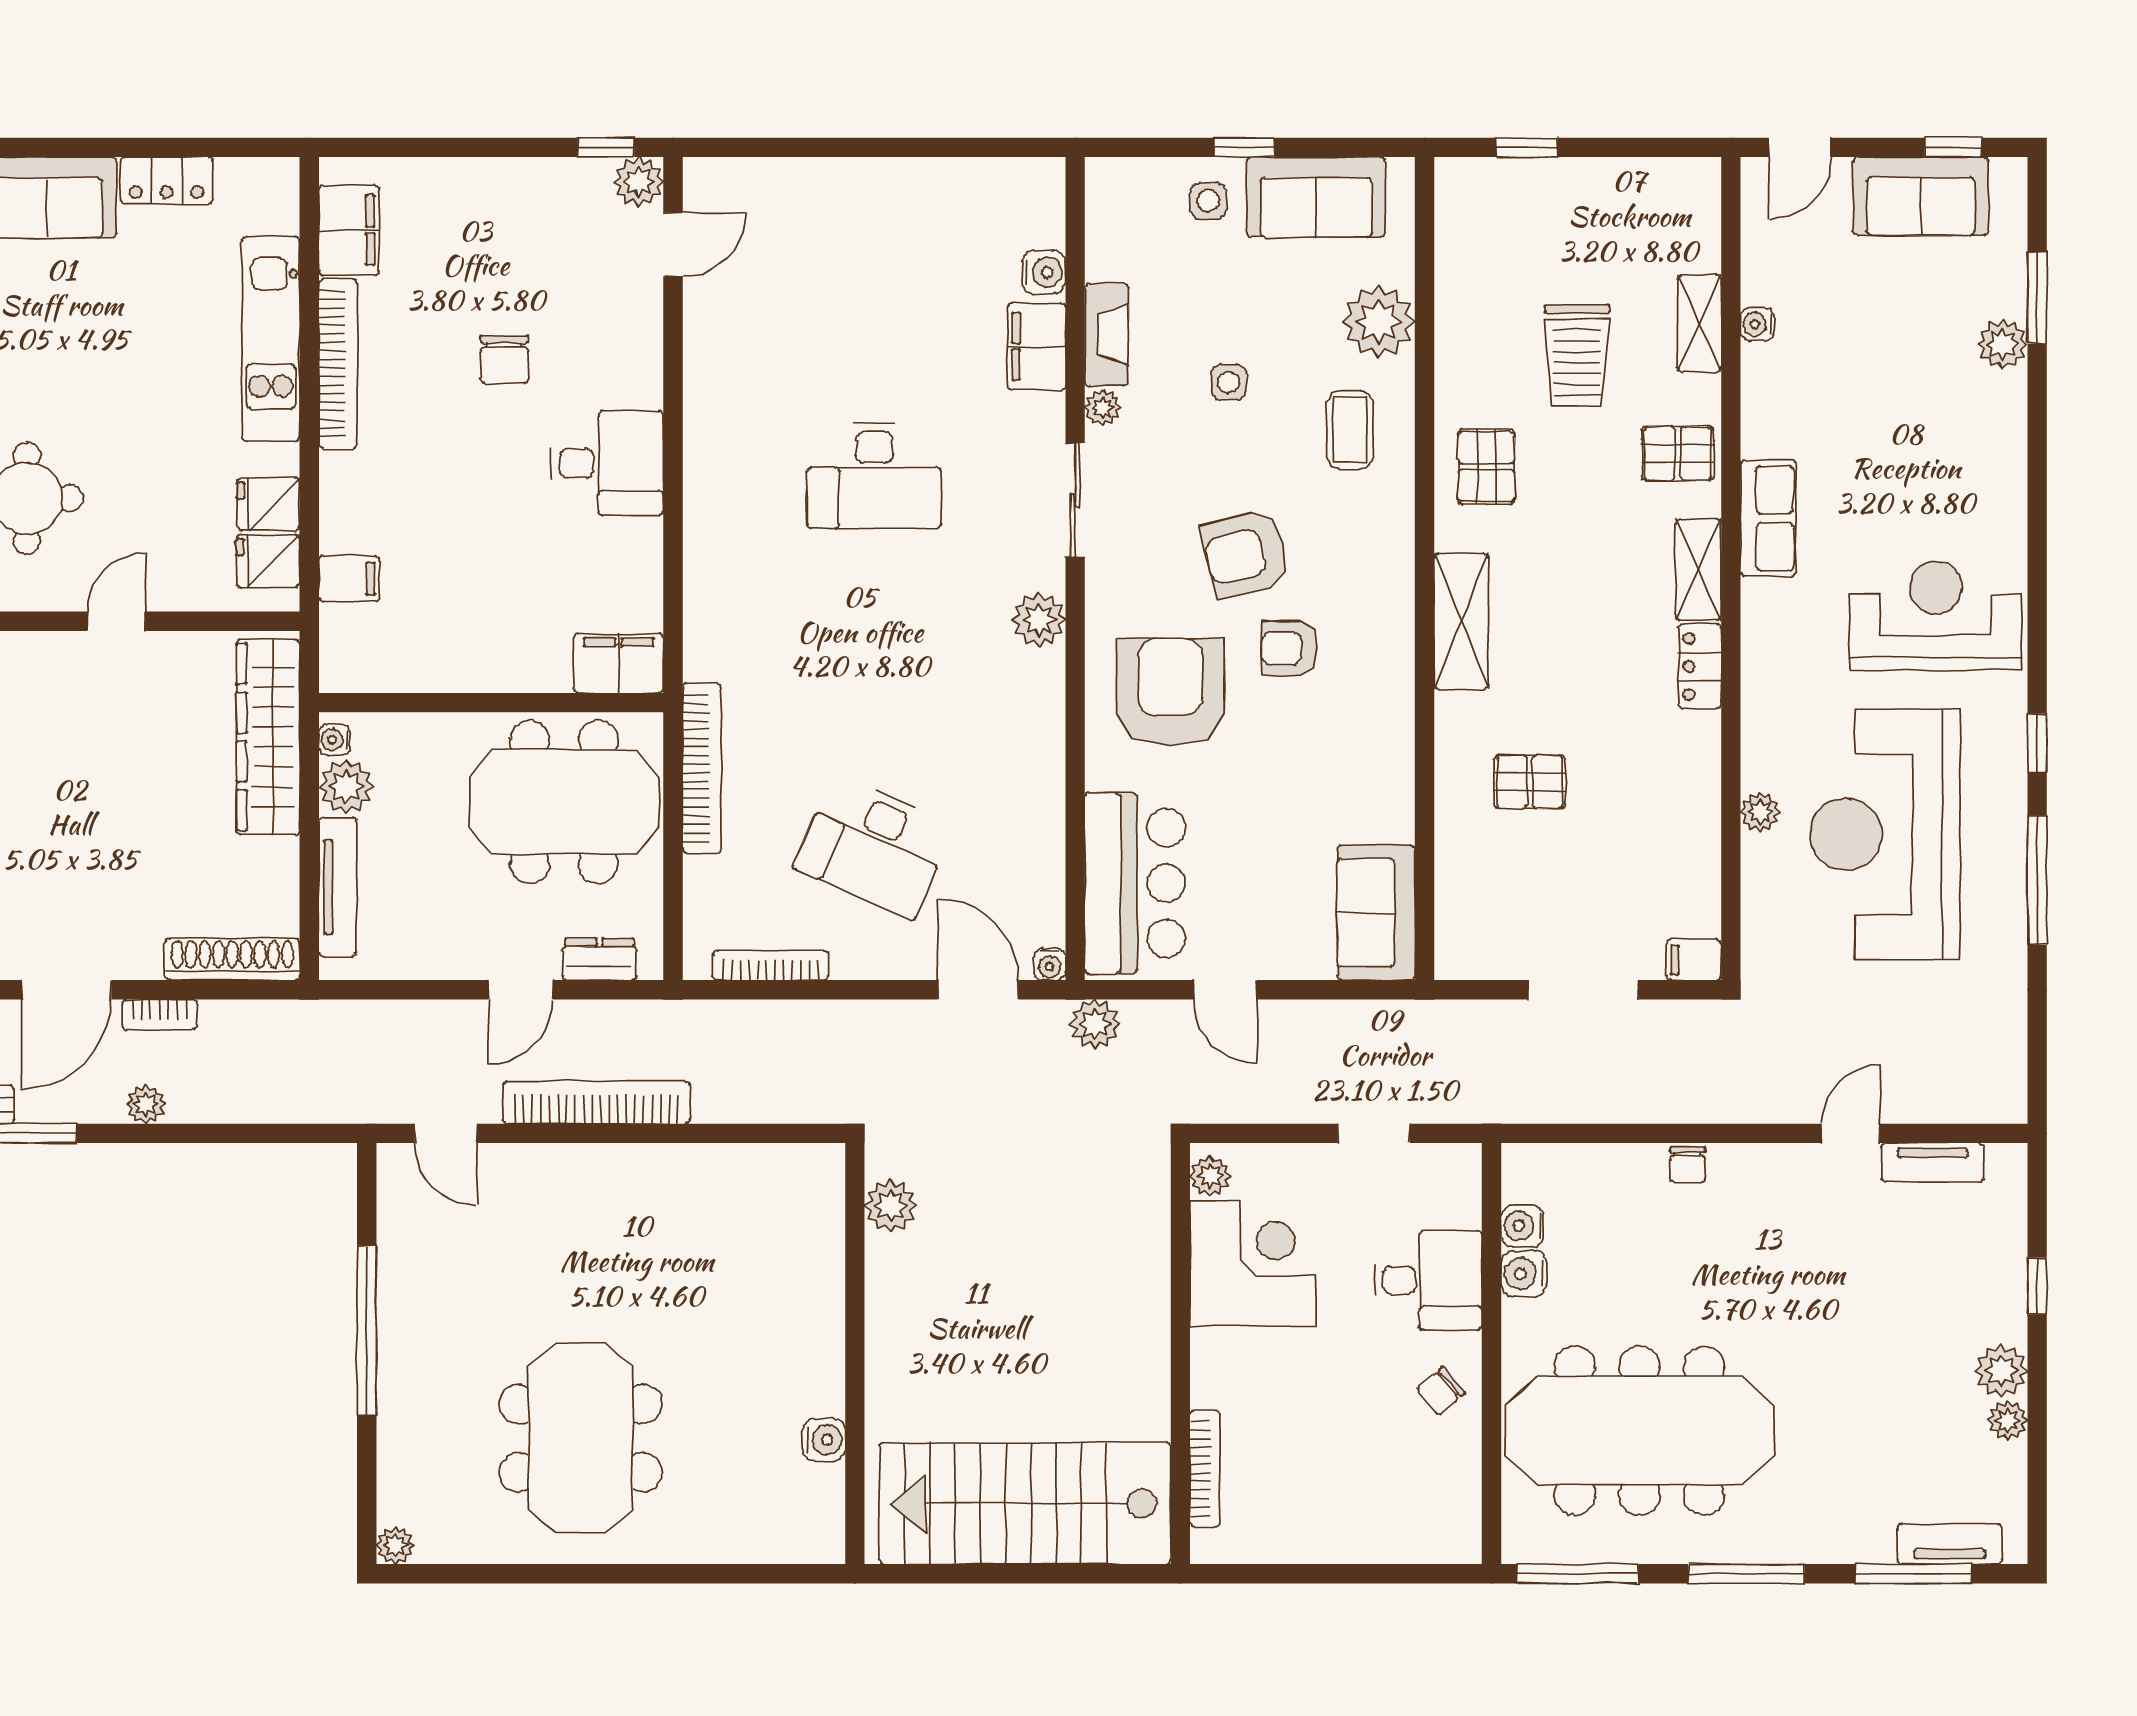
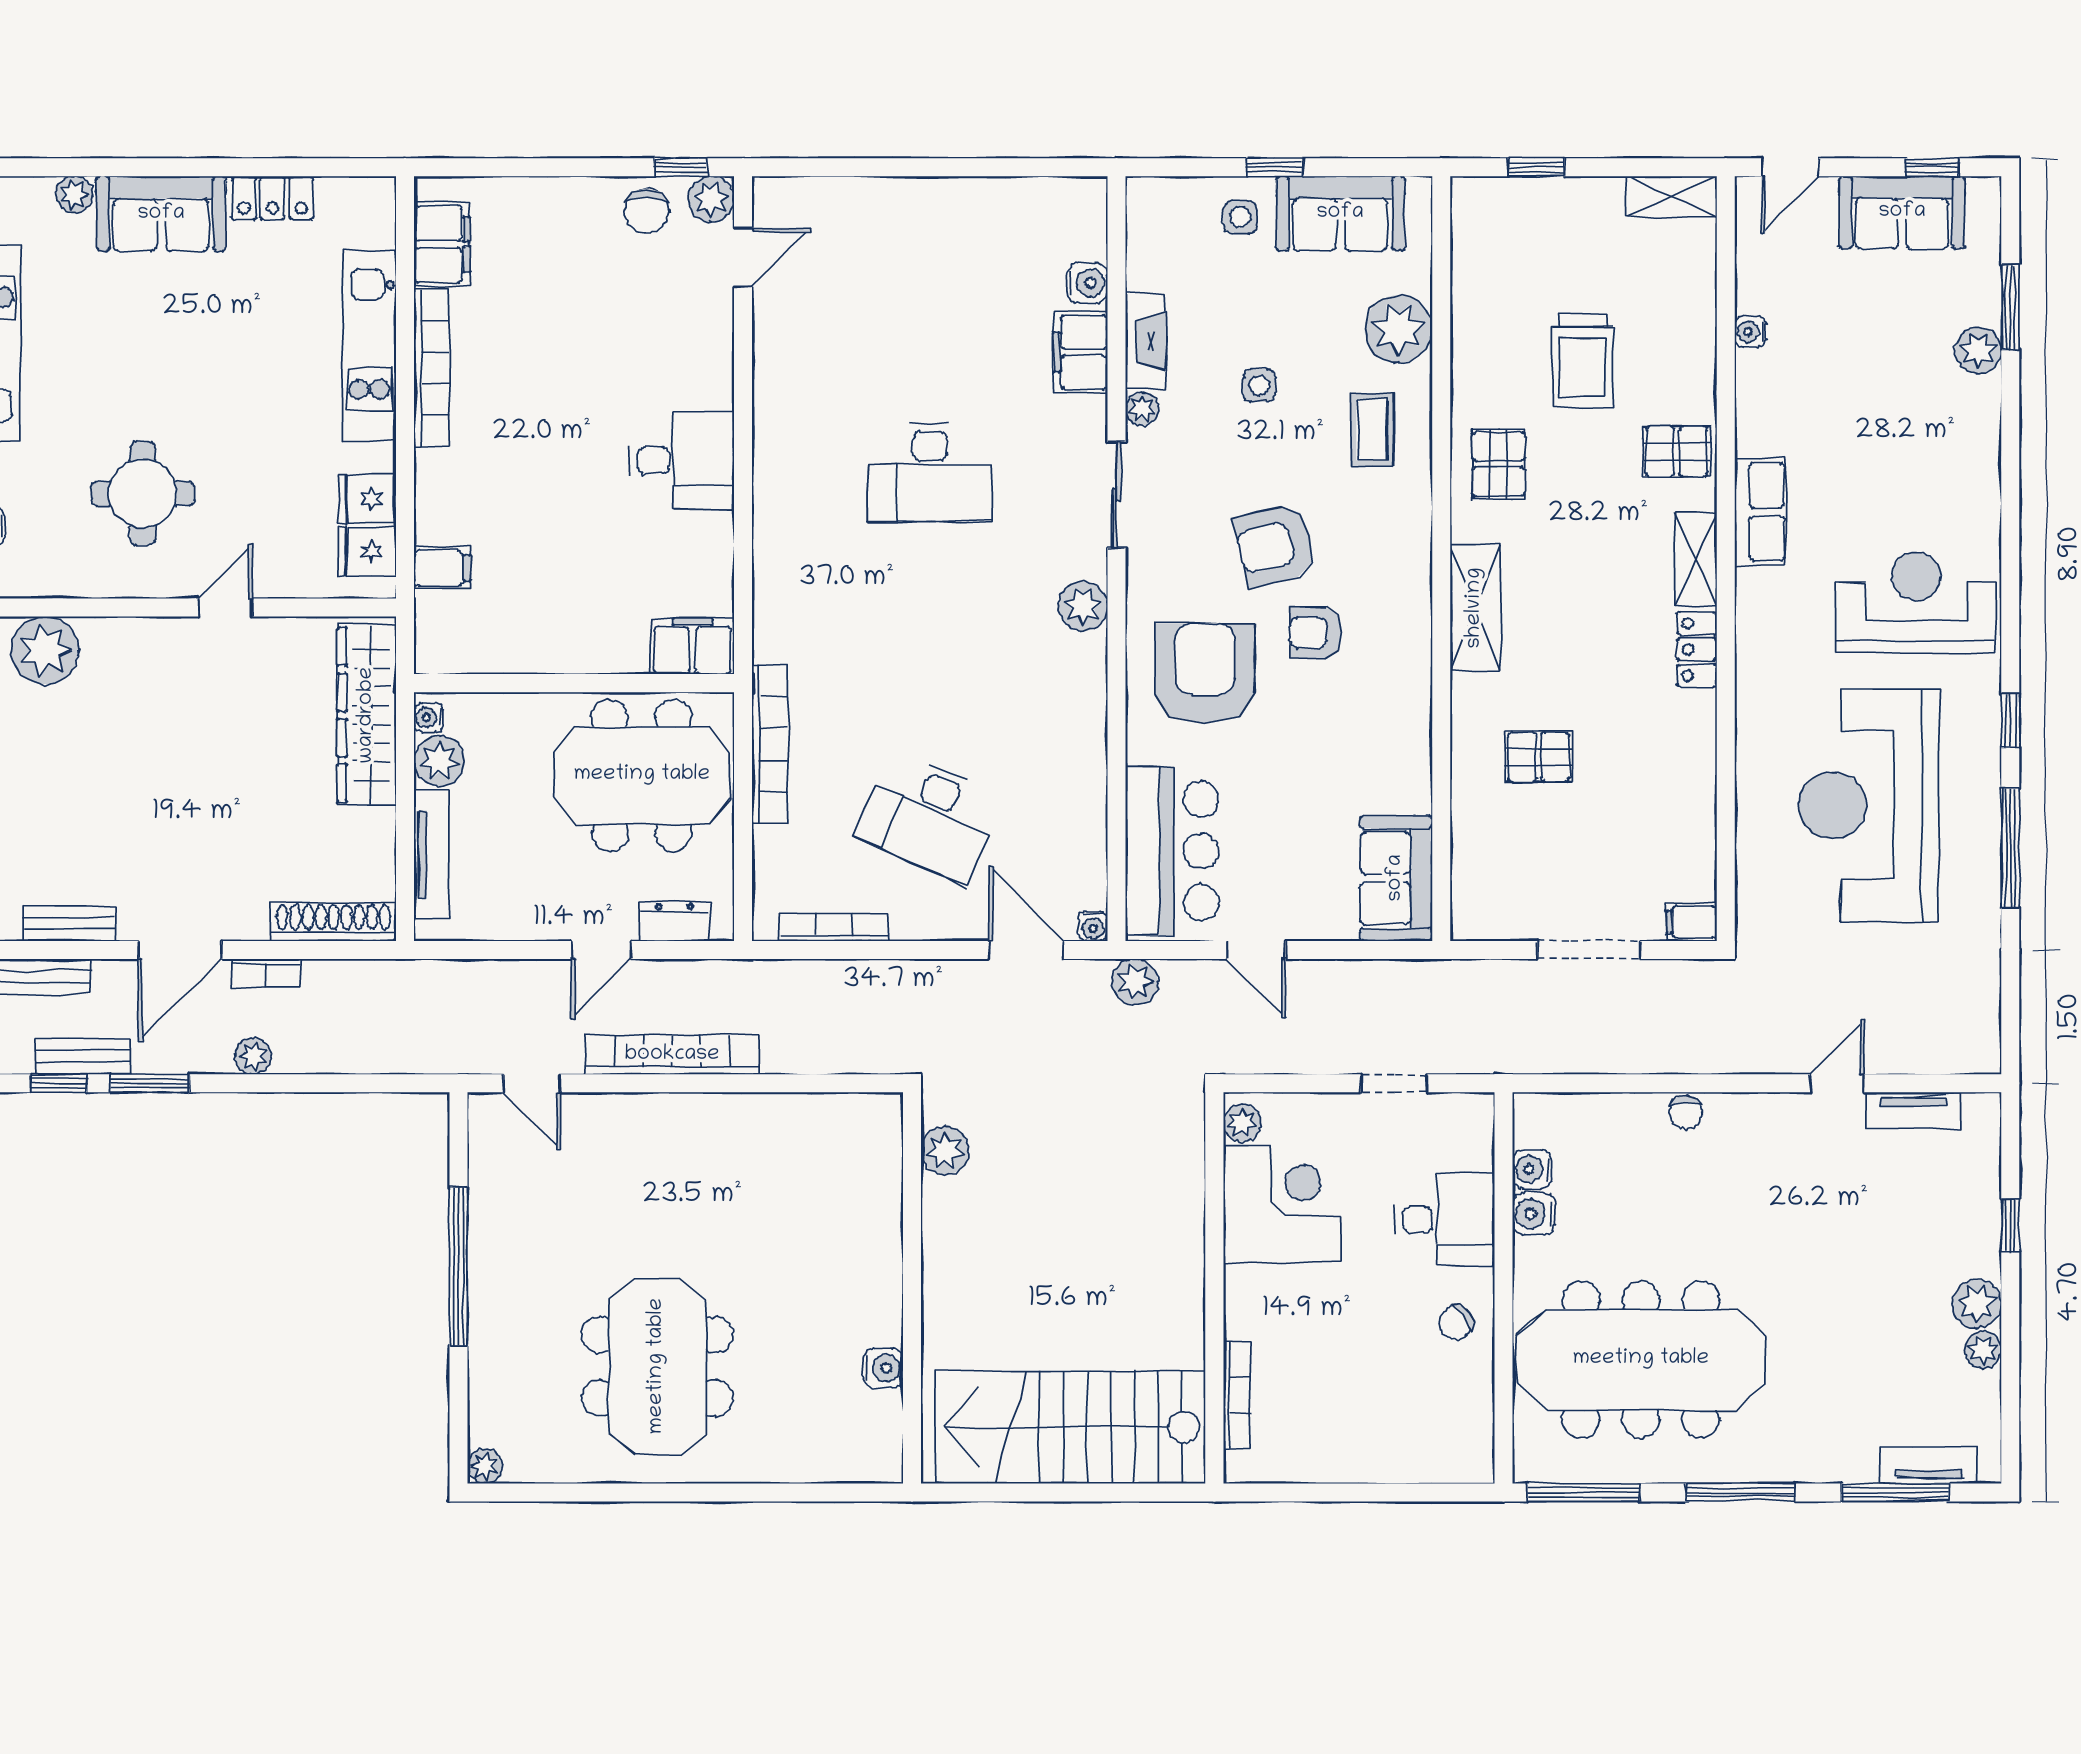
shelving: (1699, 323) -> (1672, 197), moved, turned 90
chair: (504, 359) -> (647, 211), moved
plant: (1760, 812) -> (1753, 785), removed

